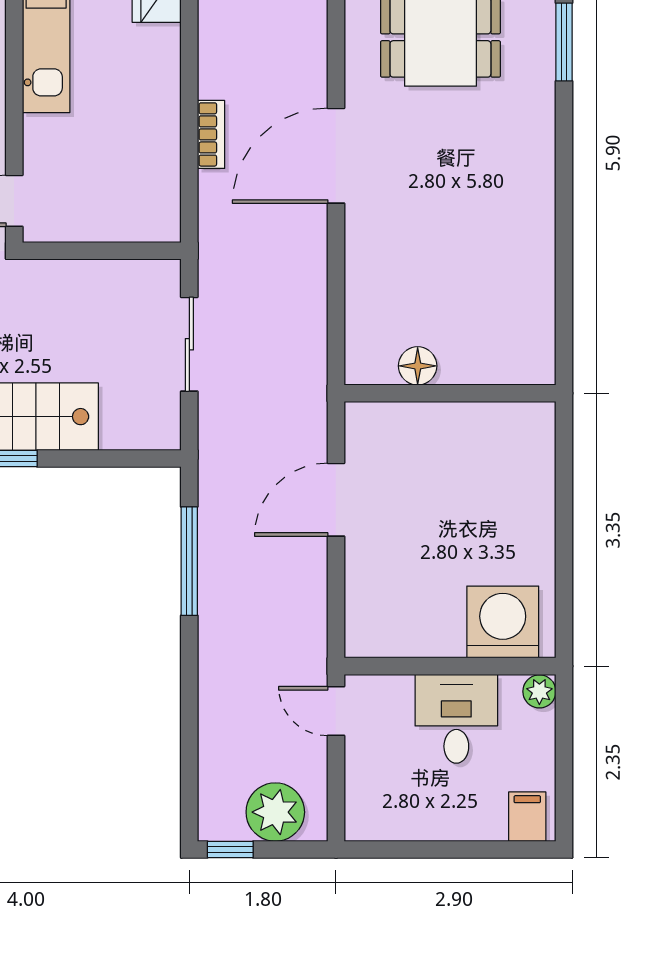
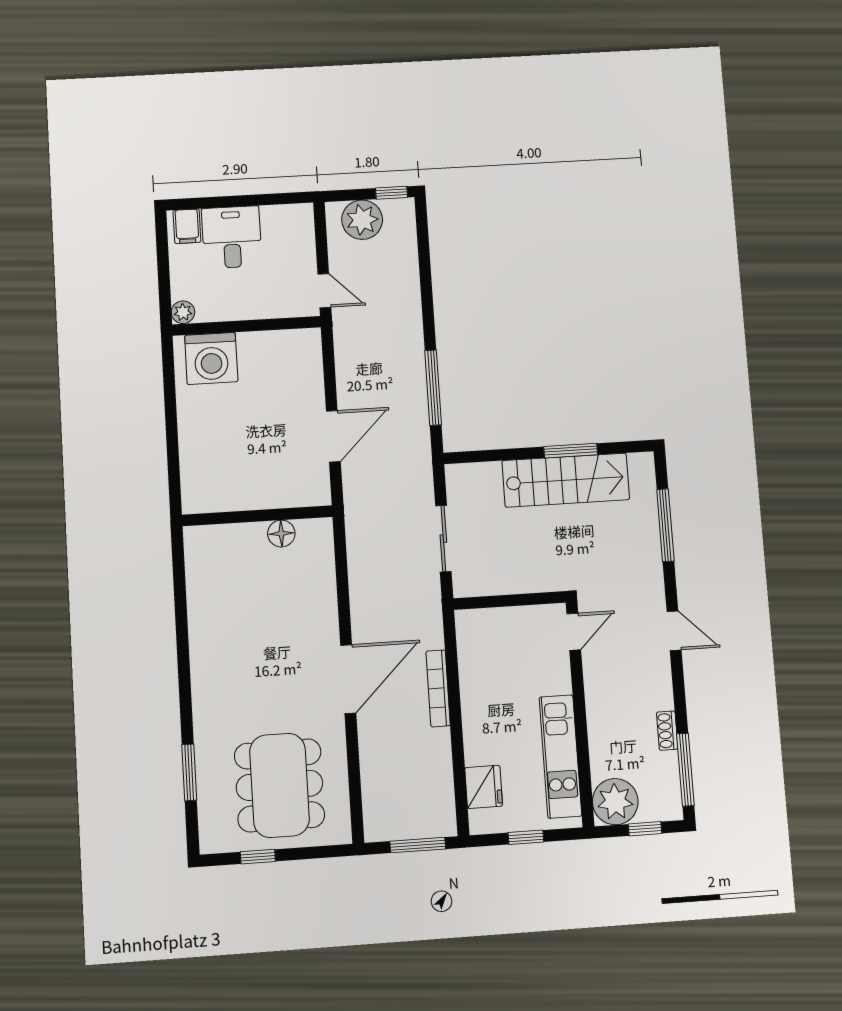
bookcase: (211, 134) -> (438, 688), width x1.56
desk: (456, 719) -> (232, 237), moved, turned 180

